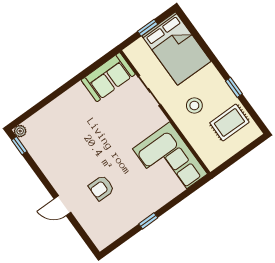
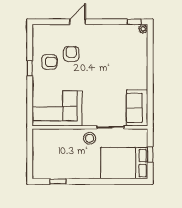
window: (234, 87) -> (58, 181), moved
stool: (194, 106) -> (90, 138), moved
rug: (229, 122) -> (54, 163), removed
armchair: (127, 205) -> (49, 62), added

